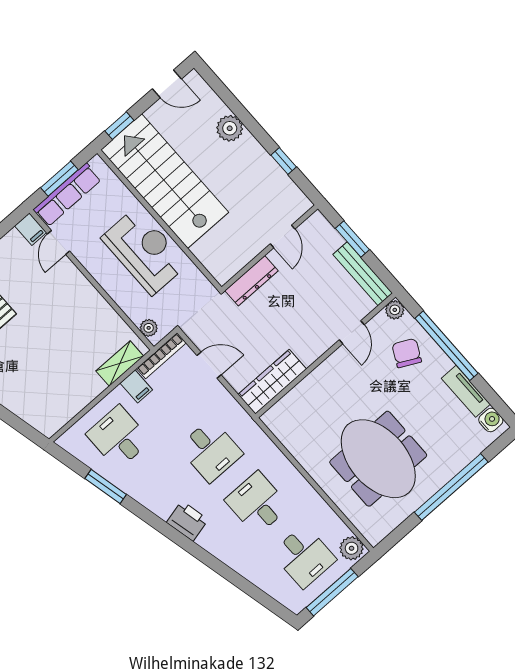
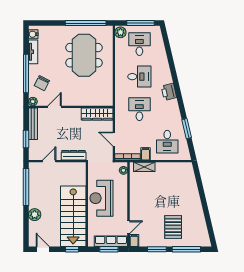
window: (284, 161) -> (26, 187), width x3.17
window: (451, 487) -> (86, 23), moved
desk: (257, 503) -> (139, 77), turned -90

